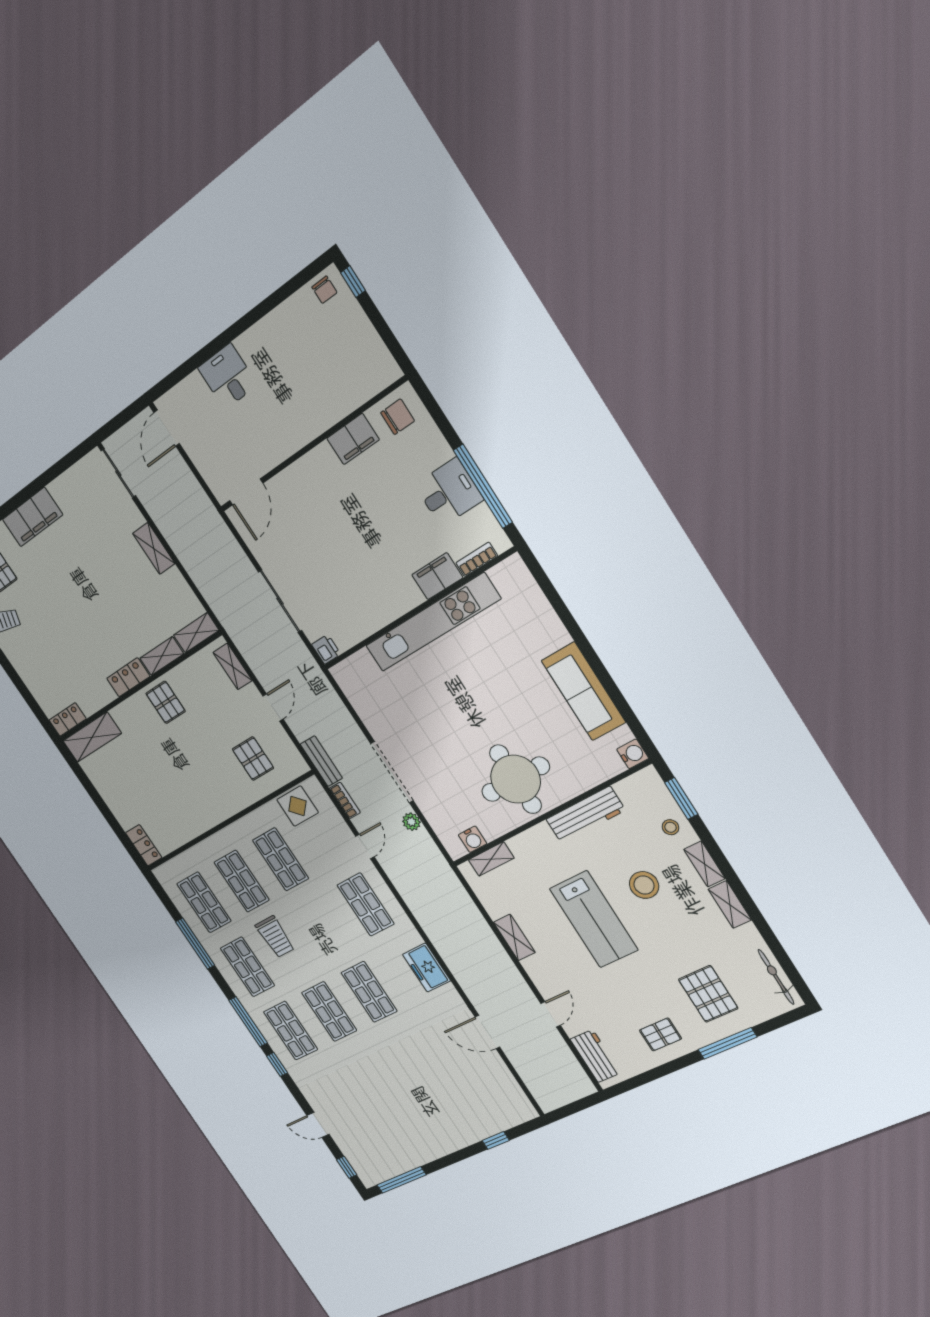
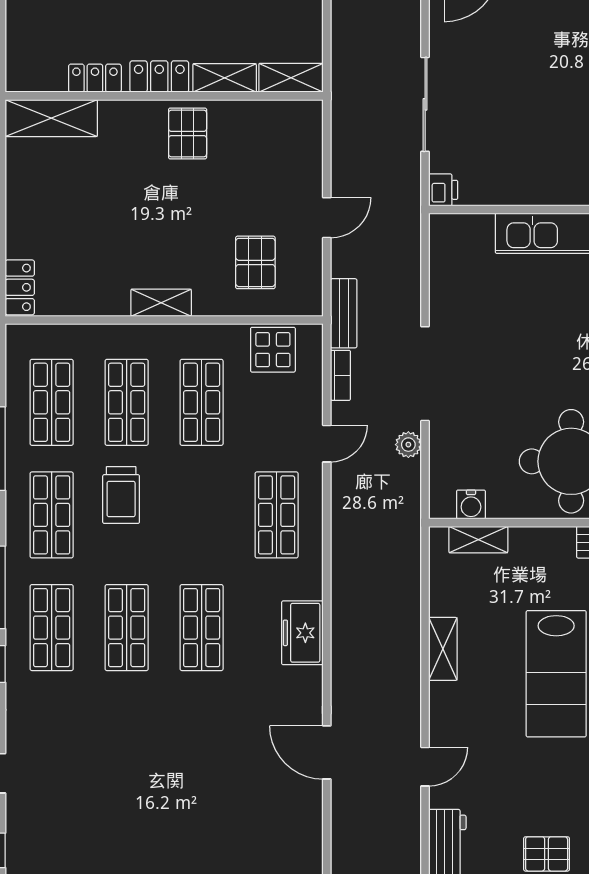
shelving: (233, 666) -> (161, 303), moved, turned 90
locker: (68, 719) -> (95, 78), moved

